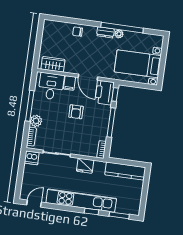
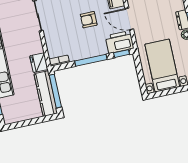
door: (88, 77) -> (129, 19), hinge flipped
window: (126, 162) -> (55, 91), added
fridge: (85, 166) -> (39, 63), moved

